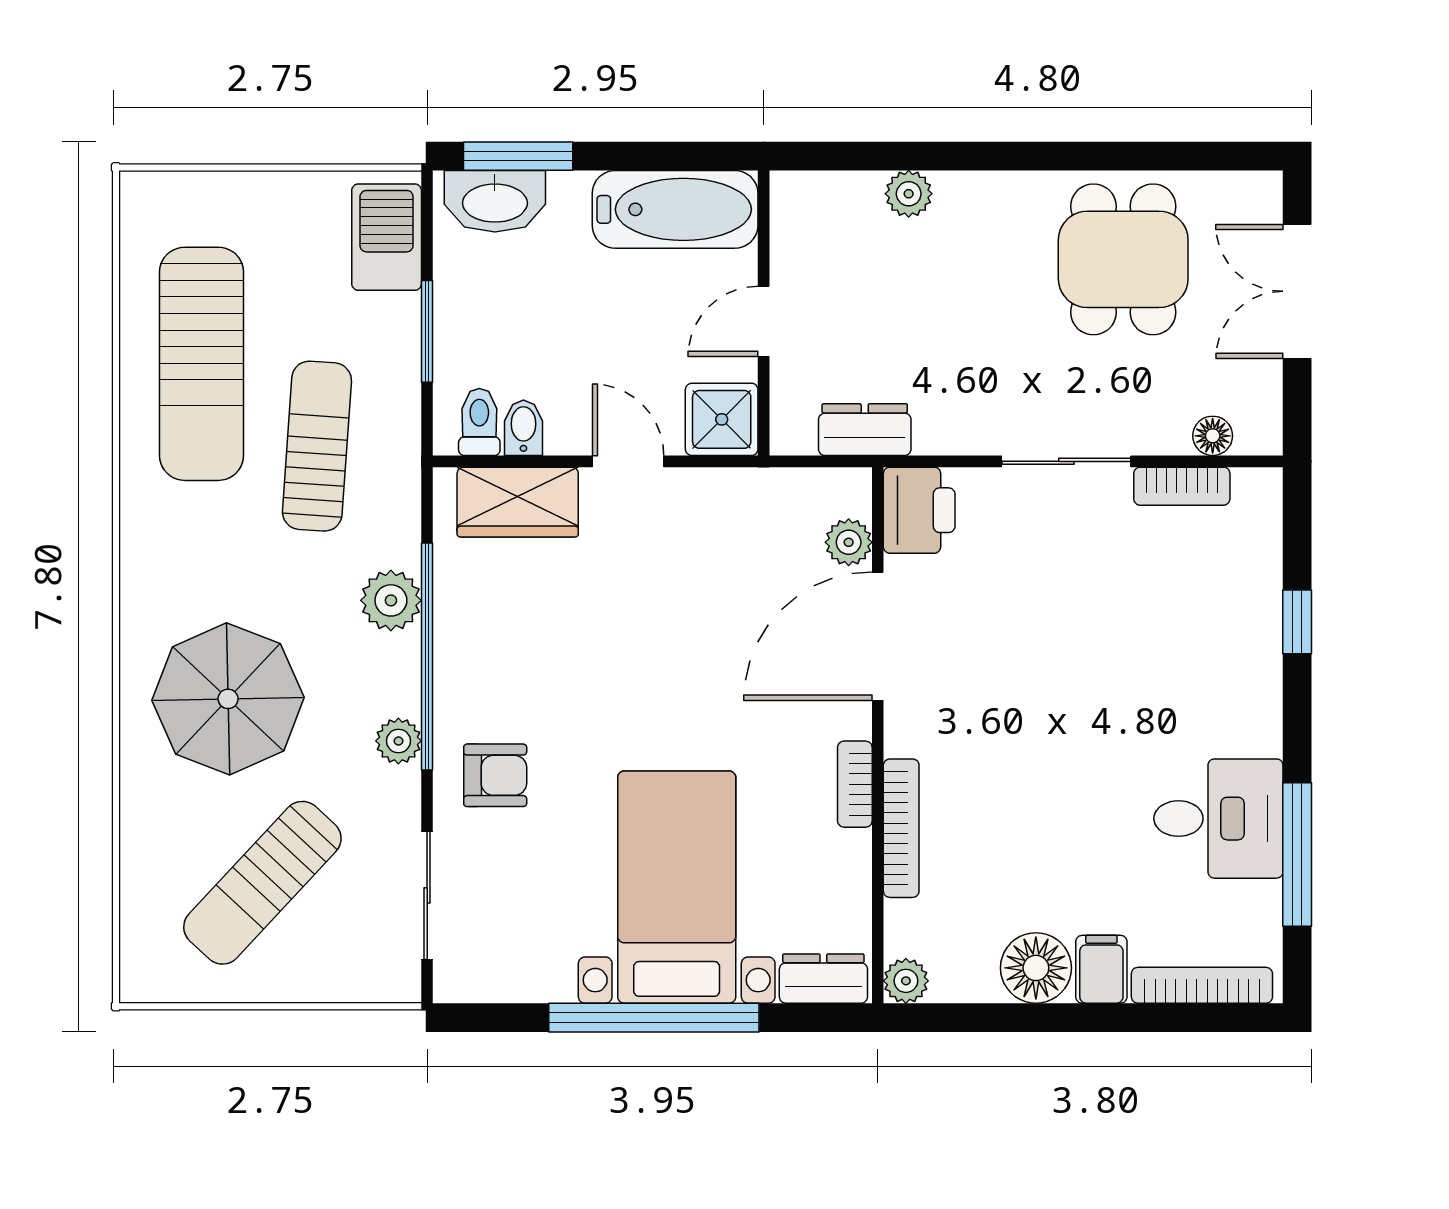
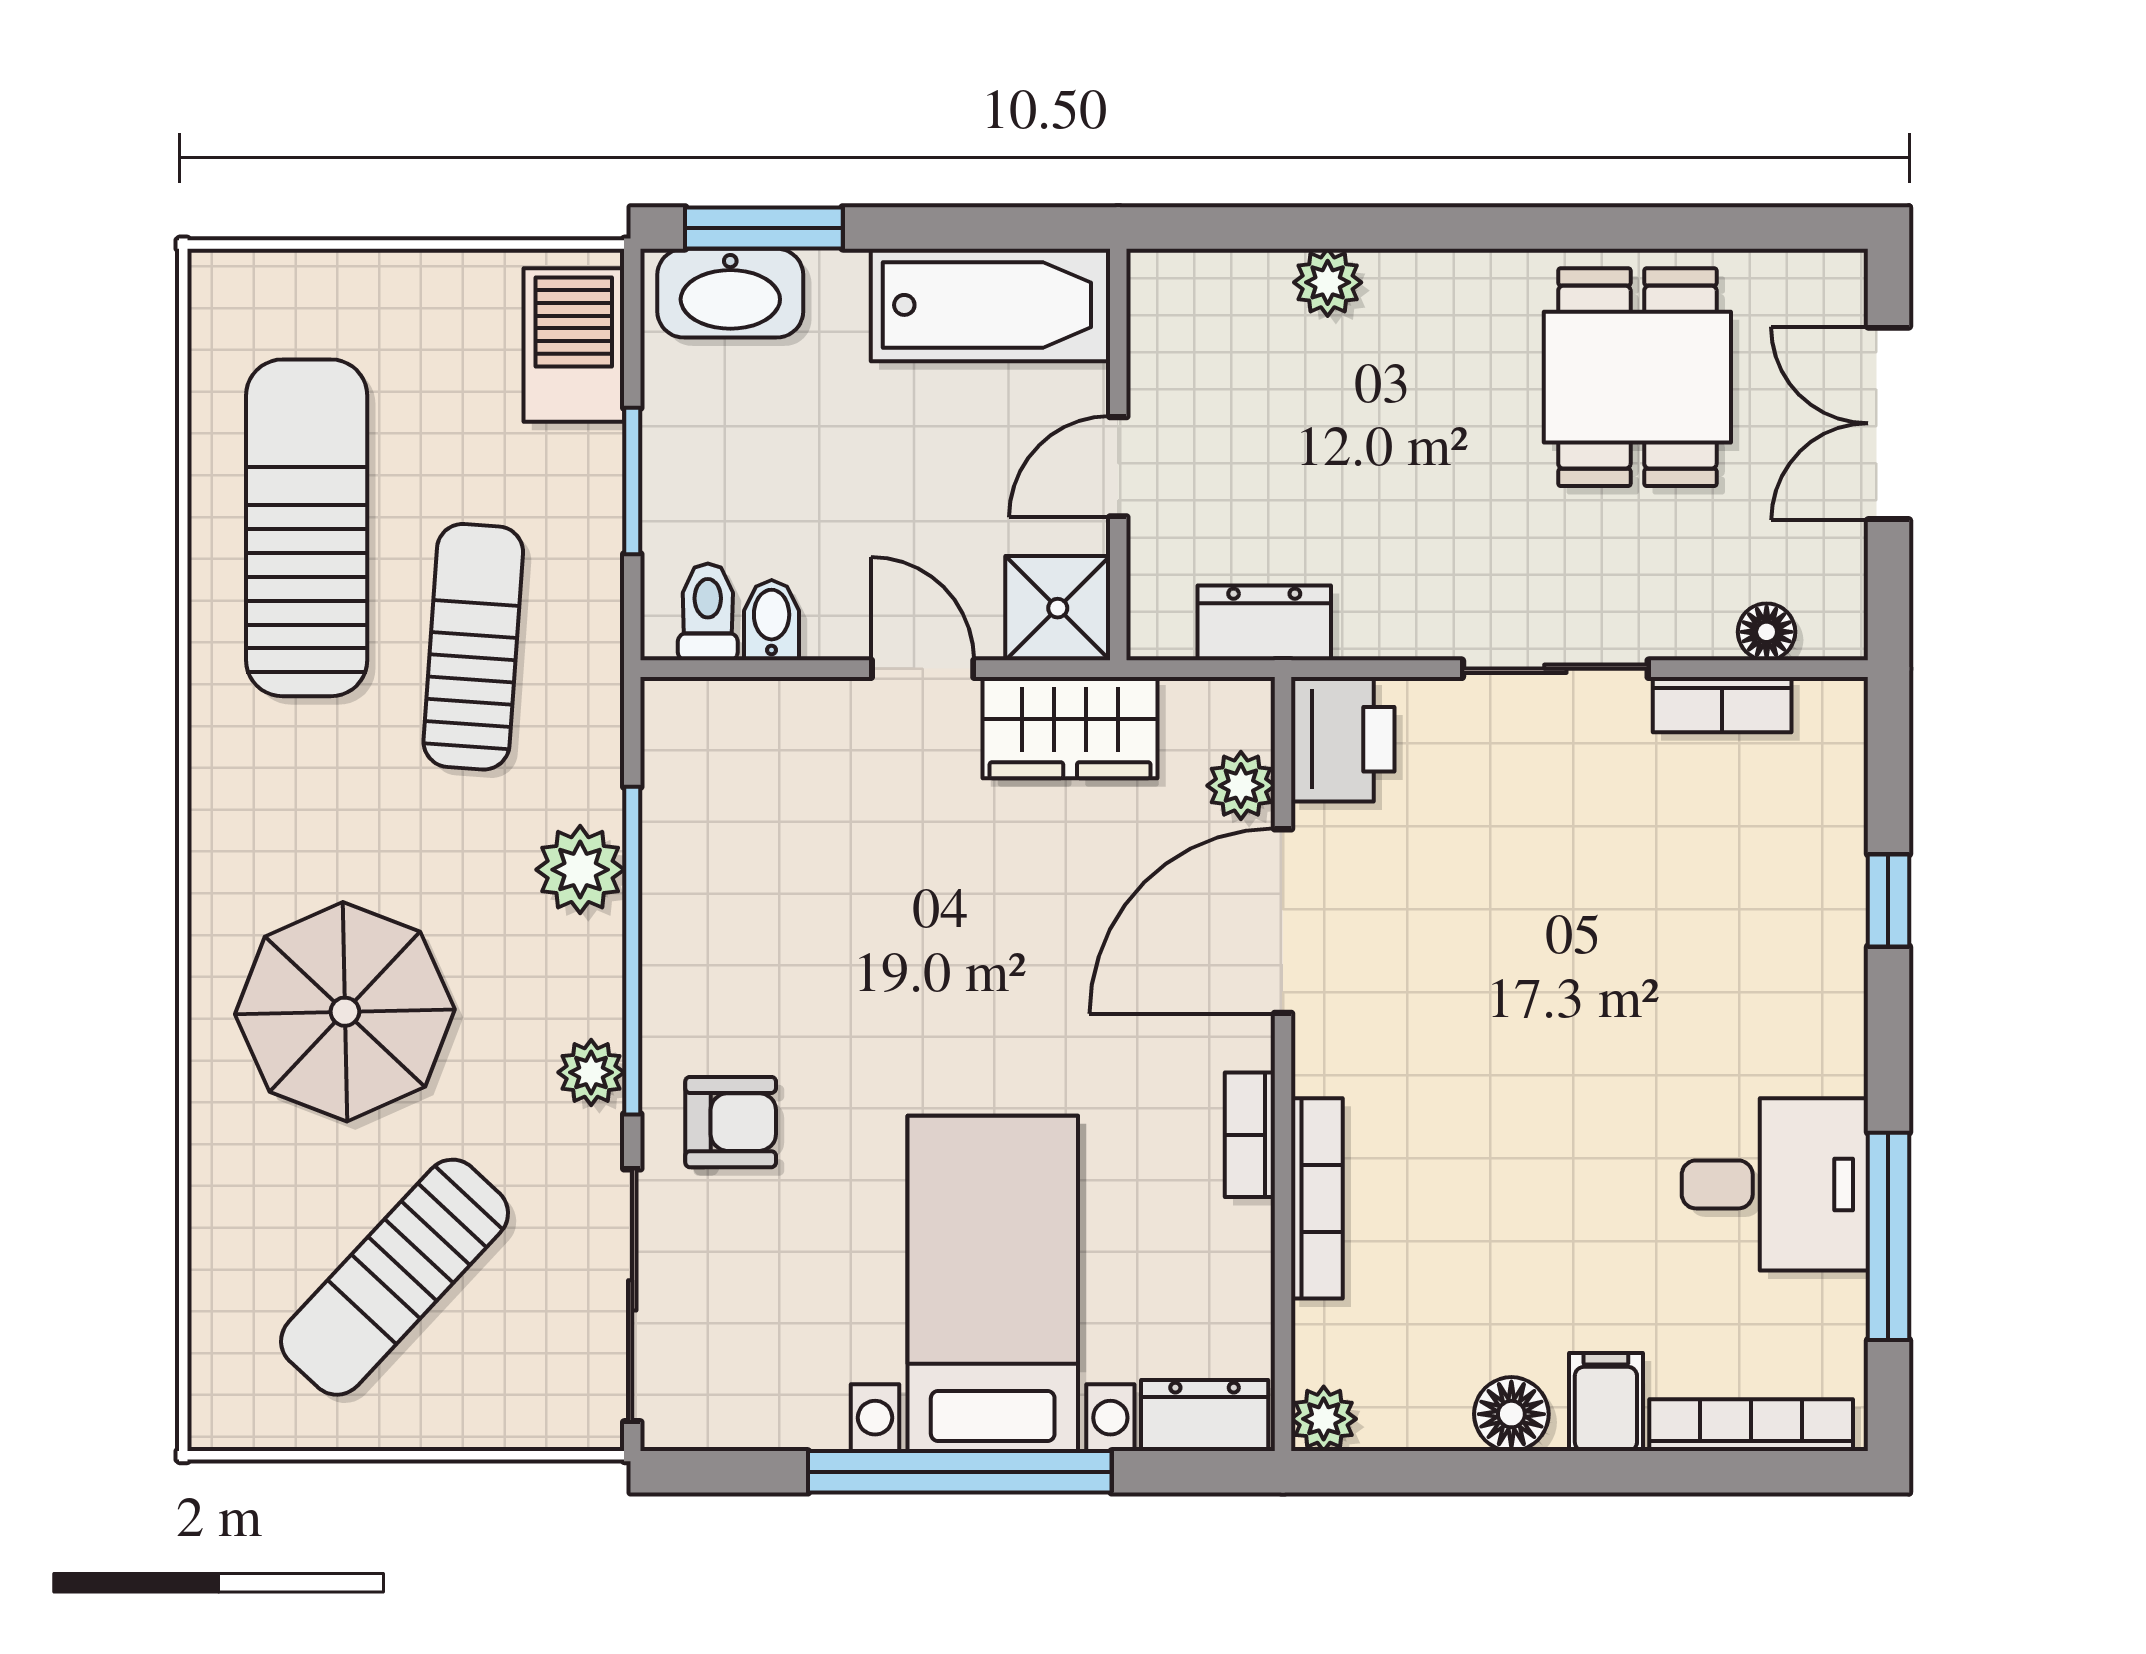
sun lounger: (202, 364) -> (307, 528), turned 180
wardrobe: (518, 502) -> (1070, 728), moved
sliding door: (427, 895) -> (632, 1295), width x1.37
floor lamp: (1036, 968) -> (1511, 1414), width x0.73, depth x0.73

